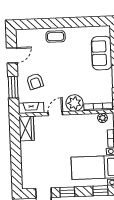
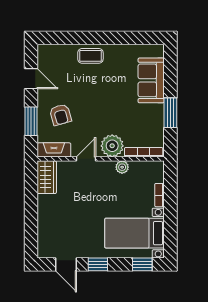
door: (12, 55) -> (31, 79), hinge flipped
plant: (103, 118) -> (122, 167), moved

